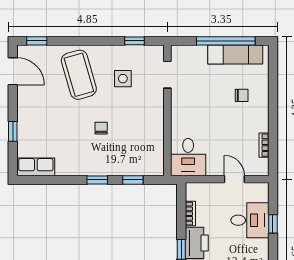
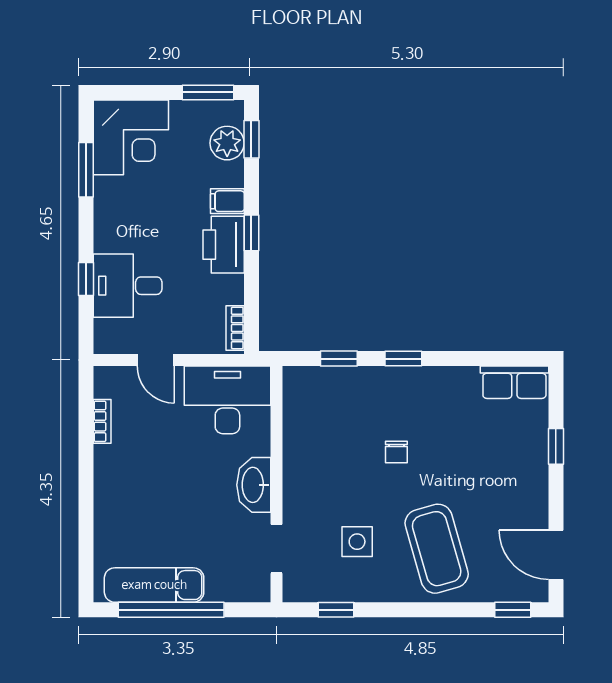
chair: (242, 95) -> (142, 511), removed
washbasin: (180, 110) -> (254, 485), added
desk: (188, 157) -> (227, 400), width x1.37
bookcase: (190, 214) -> (235, 328), moved

